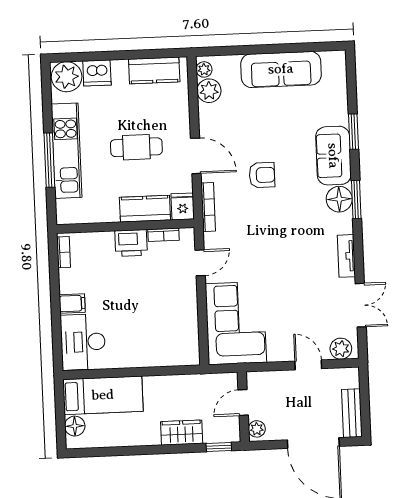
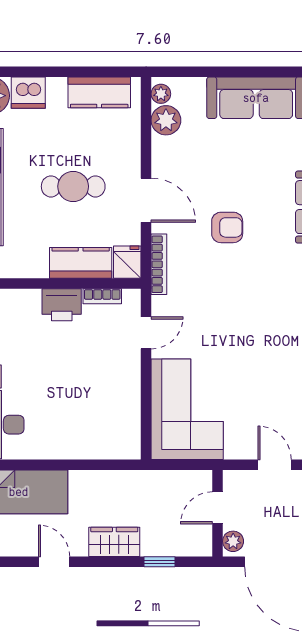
door: (243, 402) -> (218, 508), moved
wall: (243, 407) -> (218, 513), moved
plant: (257, 429) -> (233, 541), moved
door: (134, 451) -> (54, 562), added

